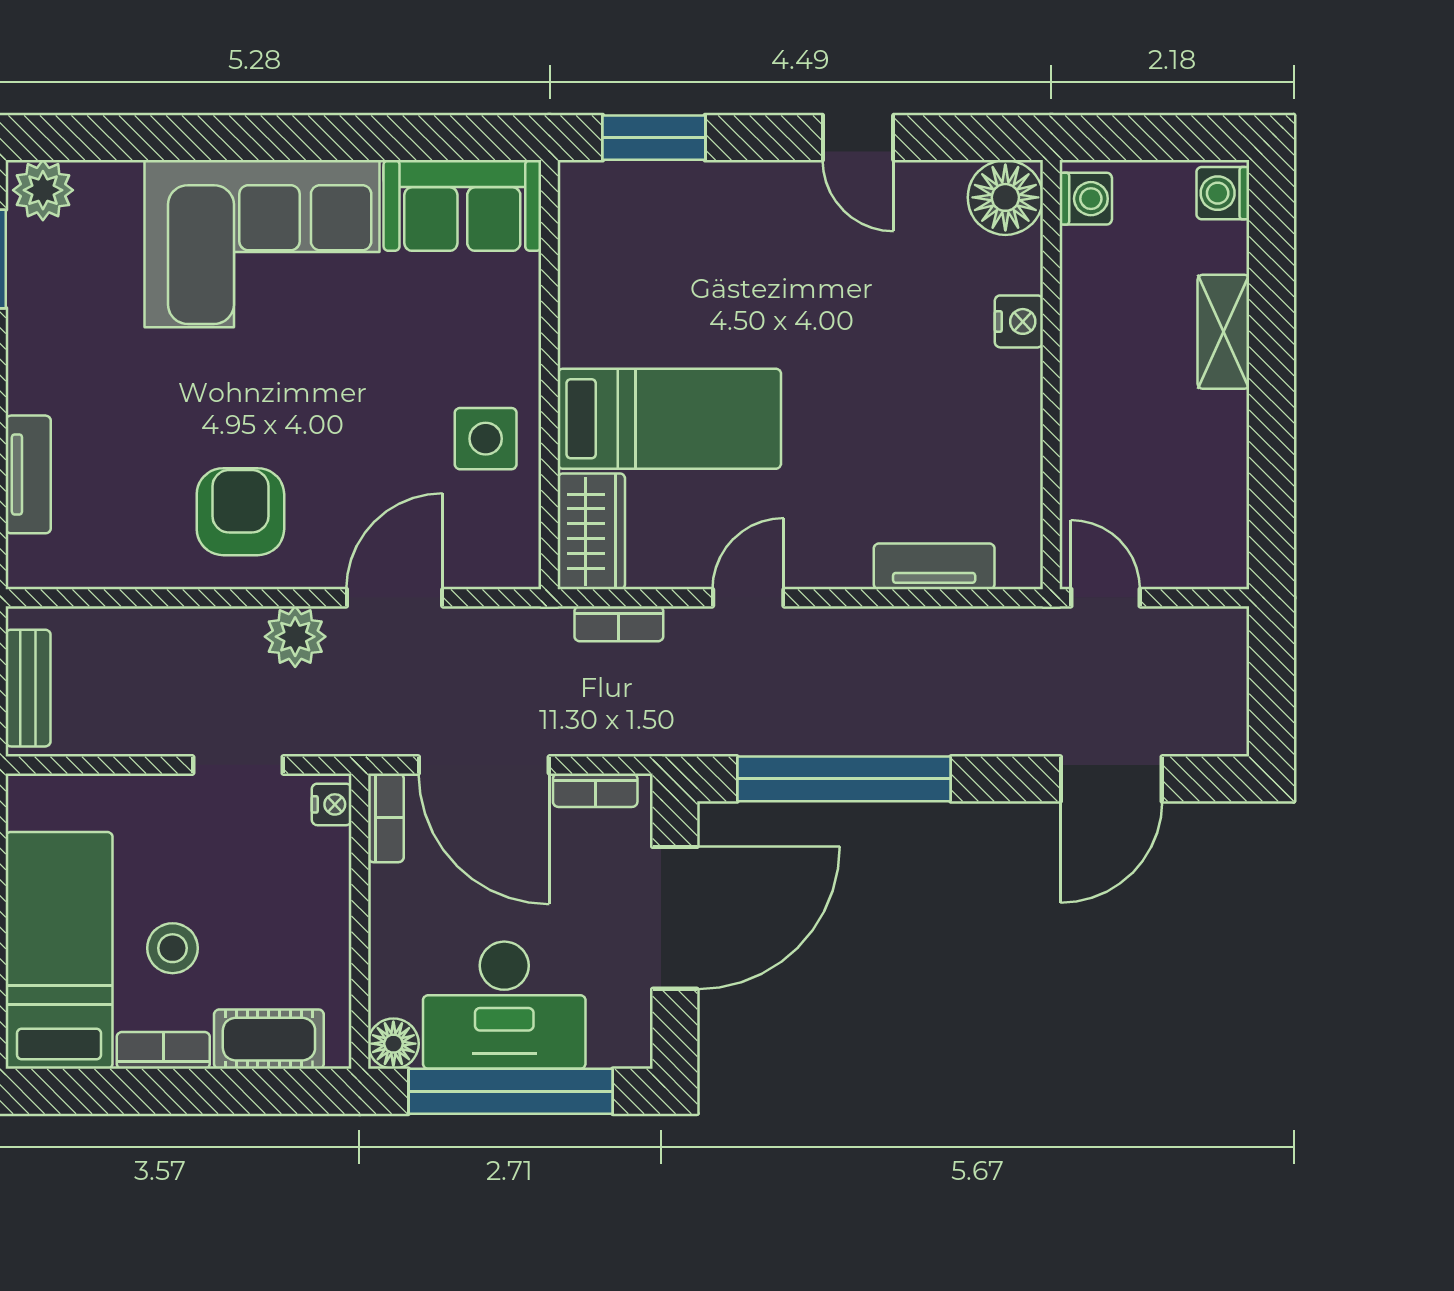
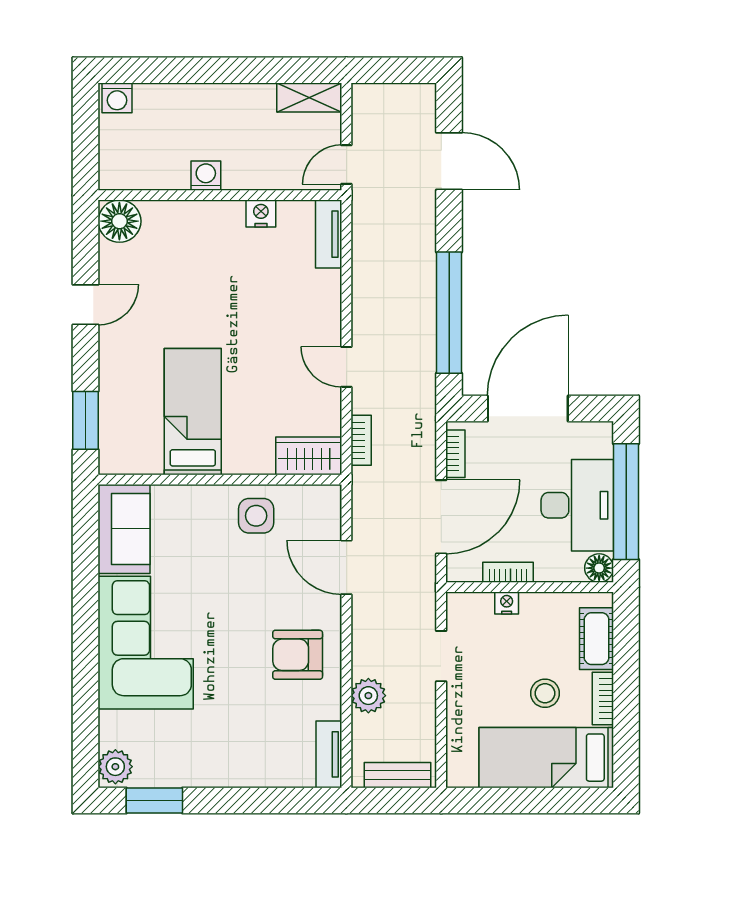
washing machine: (1086, 199) -> (206, 176), moved
nightstand: (1019, 321) -> (261, 214), moved
shelving: (1223, 332) -> (309, 98), moved
bed: (669, 419) -> (193, 412), moved
tv unit: (28, 474) -> (329, 754), moved, turned -90
tv unit: (934, 566) -> (329, 234), moved
plant: (295, 637) -> (368, 696), moved
nightstand: (332, 804) -> (507, 603), moved
bookcase: (386, 818) -> (508, 572), moved
door: (675, 918) -> (528, 409), hinge flipped

